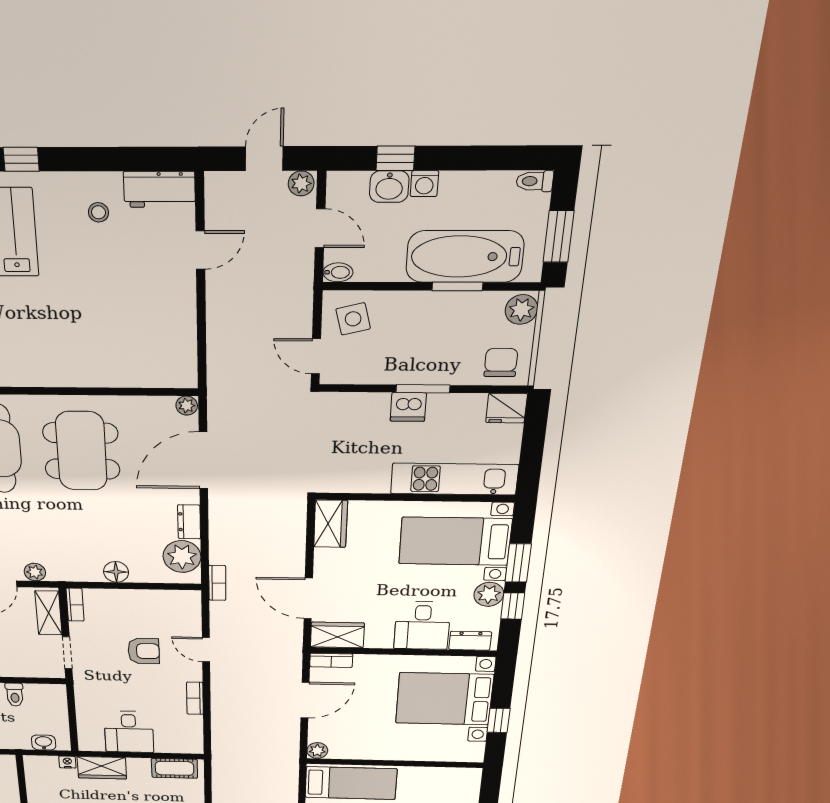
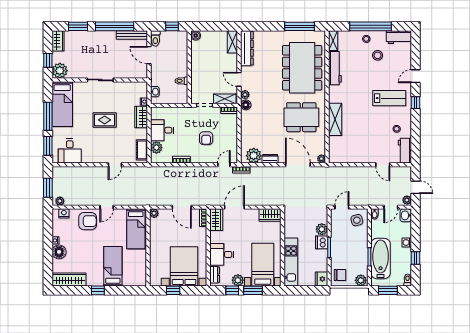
window: (395, 158) -> (416, 258), moved
washbasin: (389, 187) -> (406, 215), moved
shelving: (82, 372) -> (335, 119), added
plant: (373, 406) -> (322, 229), added
floor lamp: (116, 572) -> (246, 105), moved
door: (206, 650) -> (224, 165), moved
plant: (168, 743) -> (156, 148), added

